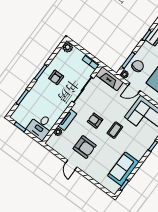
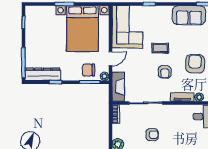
door: (134, 88) -> (110, 59), hinge flipped

